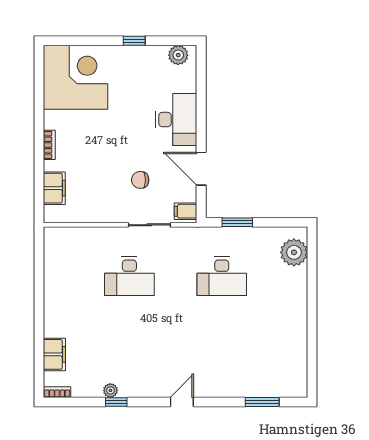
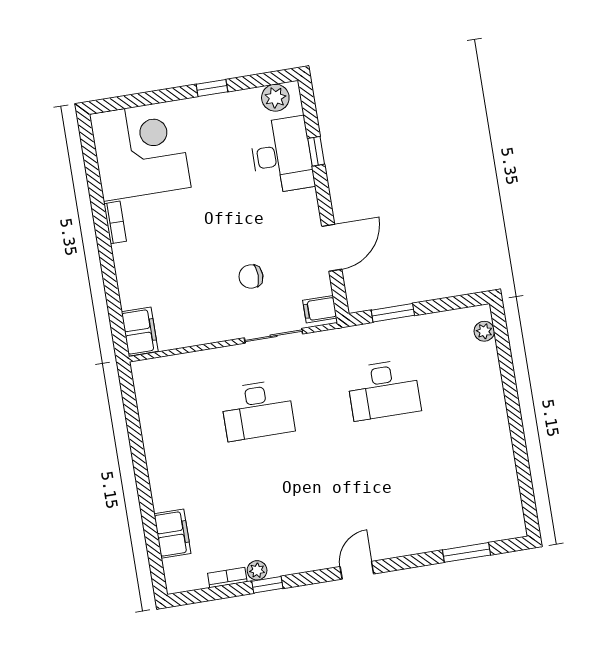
window: (201, 98) -> (316, 151), added
desk: (176, 120) -> (282, 155), moved
bookcase: (49, 145) -> (115, 222), moved
door: (201, 169) -> (332, 248), swing flipped
filing cabinet: (54, 188) -> (140, 332), moved
plant: (294, 252) -> (484, 331), width x0.53, depth x0.53
bookcase: (57, 392) -> (227, 577), moved

